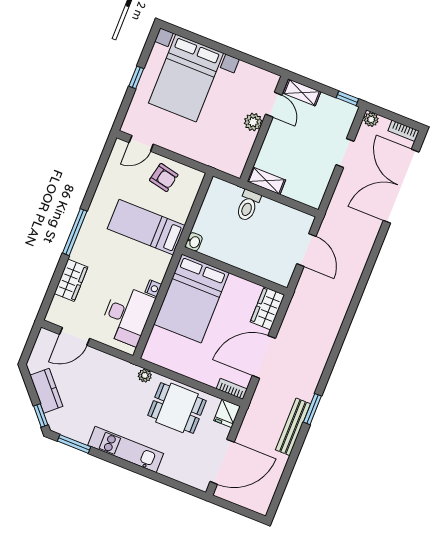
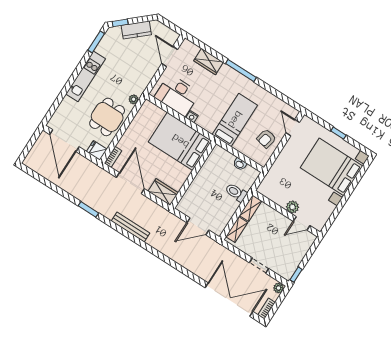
shelving: (302, 92) -> (237, 230), moved
washbasin: (194, 242) -> (240, 164), moved
bench: (293, 427) -> (131, 227), moved

